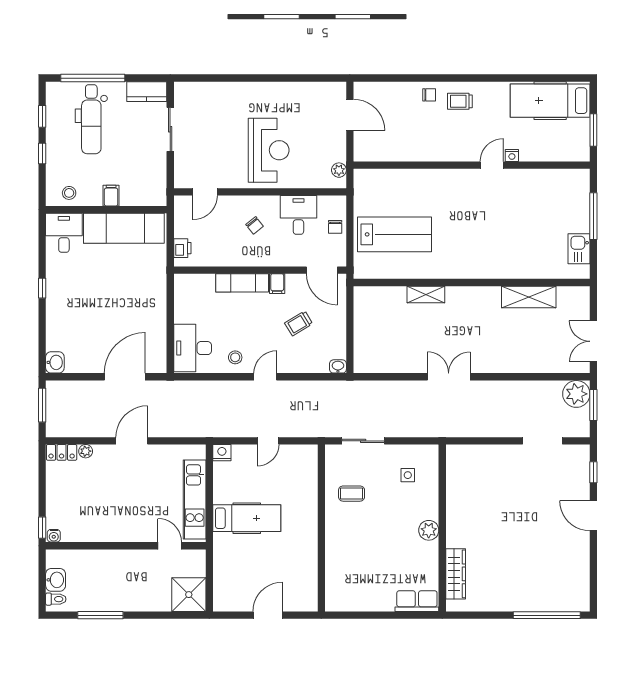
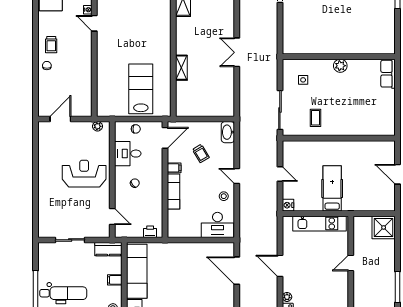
kitchen counter: (147, 92) -> (108, 249), moved, turned 90
washbasin: (338, 366) -> (228, 132), width x1.91, depth x1.45
sliding door: (363, 441) -> (280, 110), width x1.37
door: (170, 546) -> (351, 263), moved
wardrobe: (456, 574) -> (370, 48), removed

